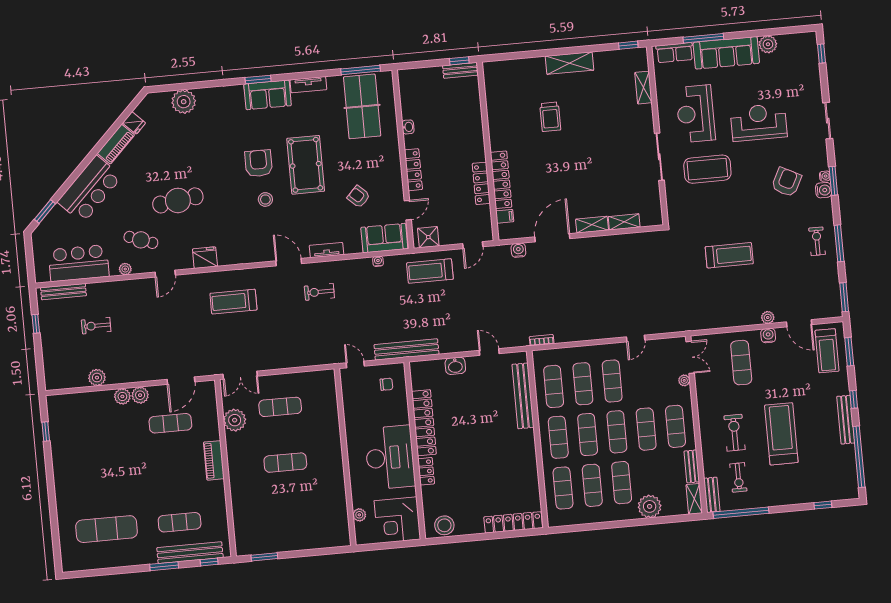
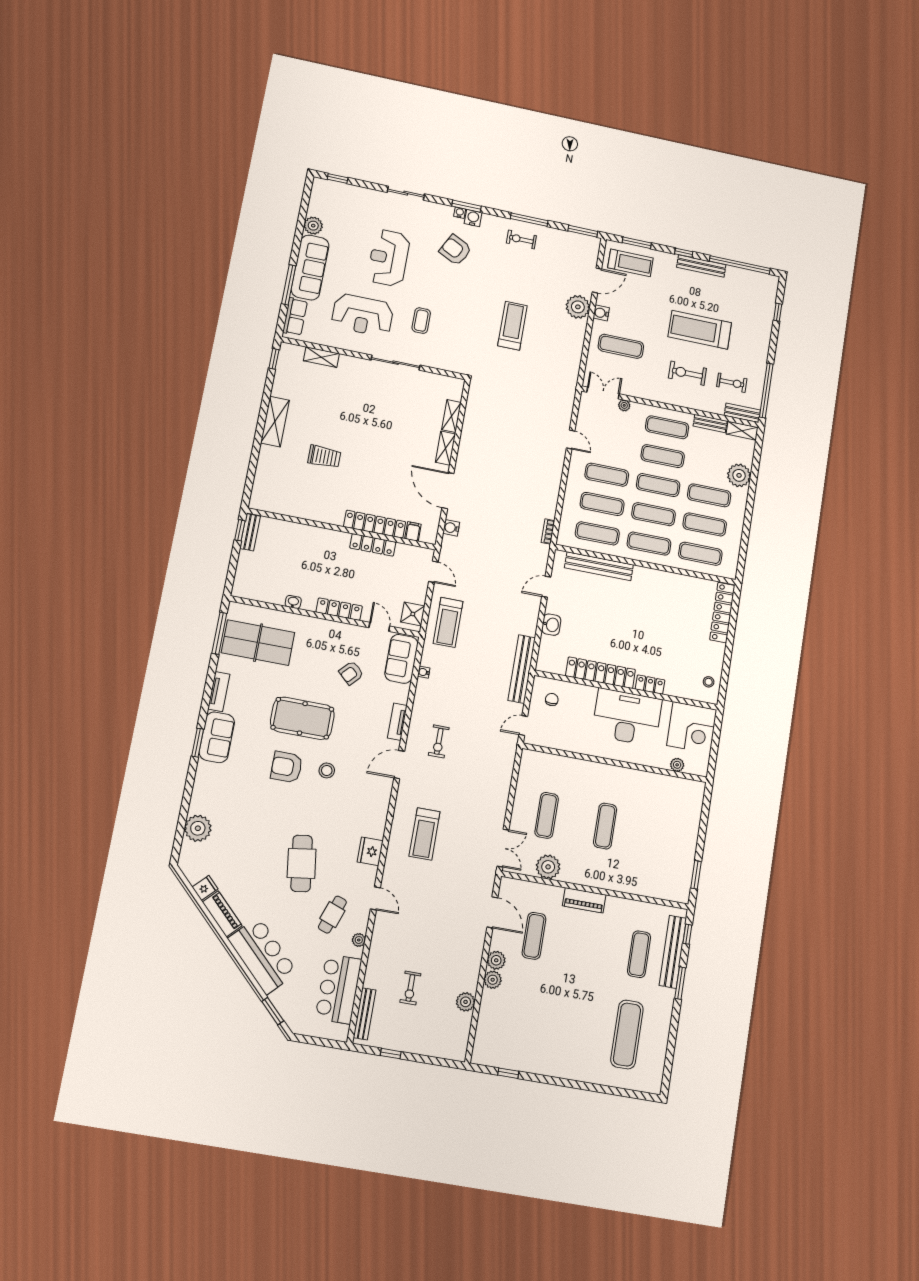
coffee table: (707, 169) -> (421, 321), width x0.54, depth x0.58
plant: (768, 317) -> (578, 307), width x1.88, depth x1.88
stool: (444, 525) -> (709, 682), width x0.53, depth x0.53

